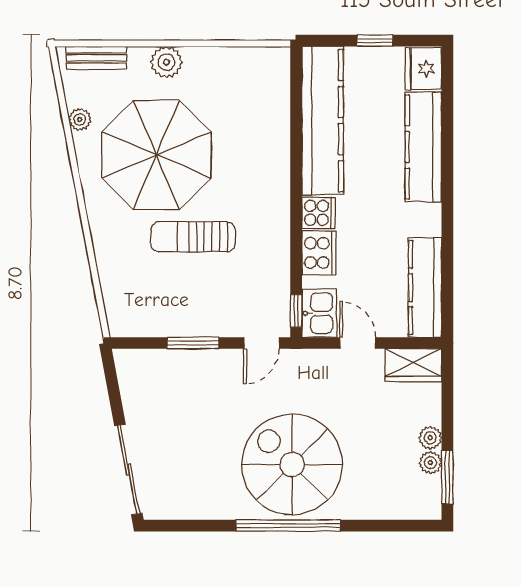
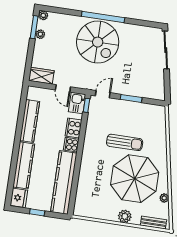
kitchen counter: (425, 288) -> (30, 121), moved
plant: (430, 438) -> (43, 15), moved

